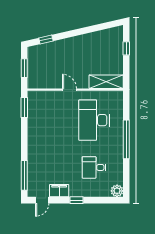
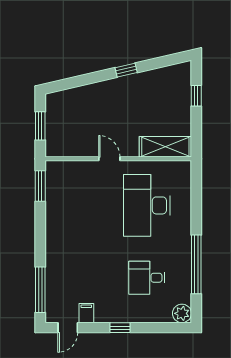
window: (46, 39) -> (126, 70), moved
window: (126, 139) -> (196, 264), moved
filing cabinet: (59, 191) -> (86, 313), width x0.50

